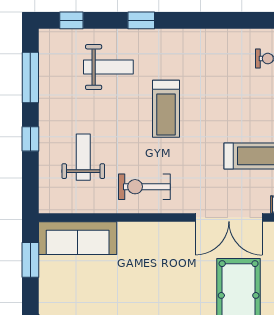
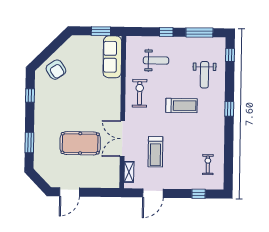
window: (141, 20) -> (229, 109), moved
treadmill: (166, 109) -> (181, 106), turned 180

